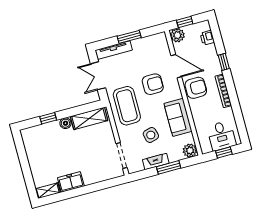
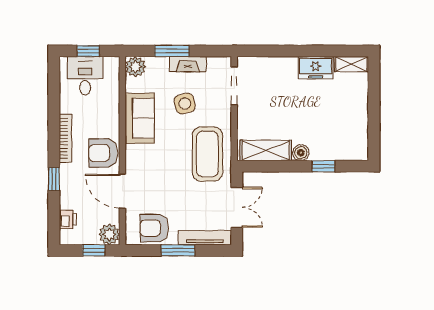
armchair: (153, 84) -> (154, 228), moved

